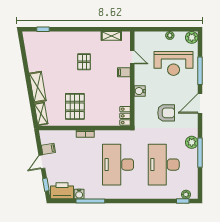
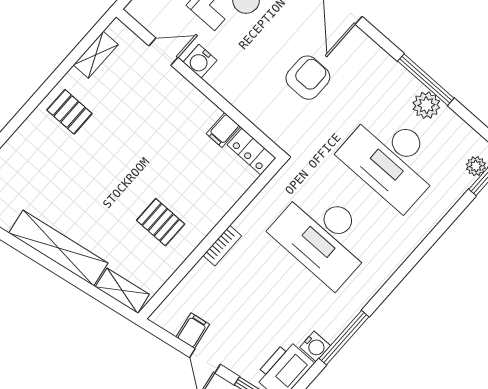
pallet: (84, 62) -> (69, 112), moved
filing cabinet: (124, 72) -> (223, 130), moved
shelving: (38, 87) -> (58, 248), width x1.47
water cooler: (140, 91) -> (200, 61), moved
pallet: (75, 106) -> (161, 222), width x0.67, depth x0.71
plant: (192, 142) -> (426, 105), moved

